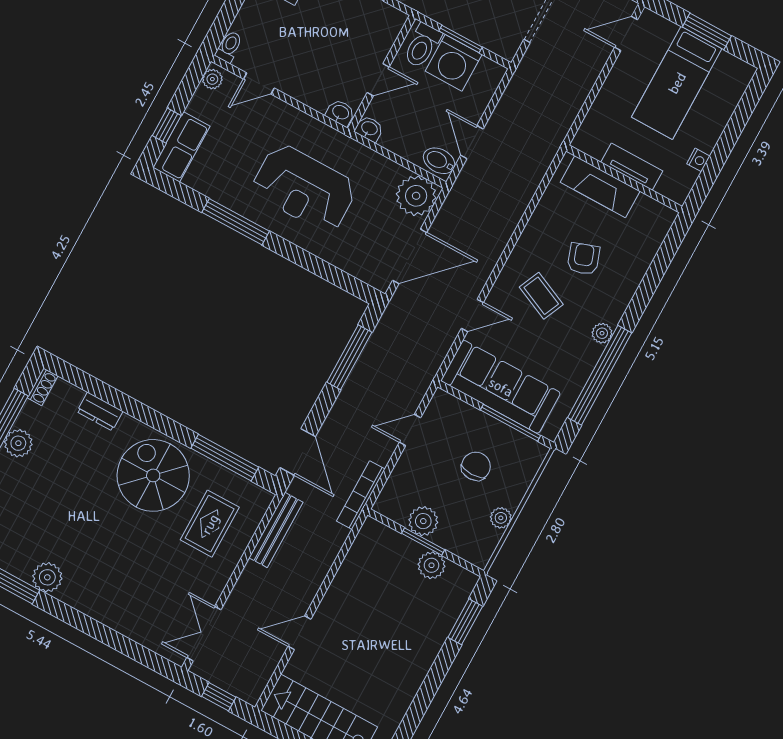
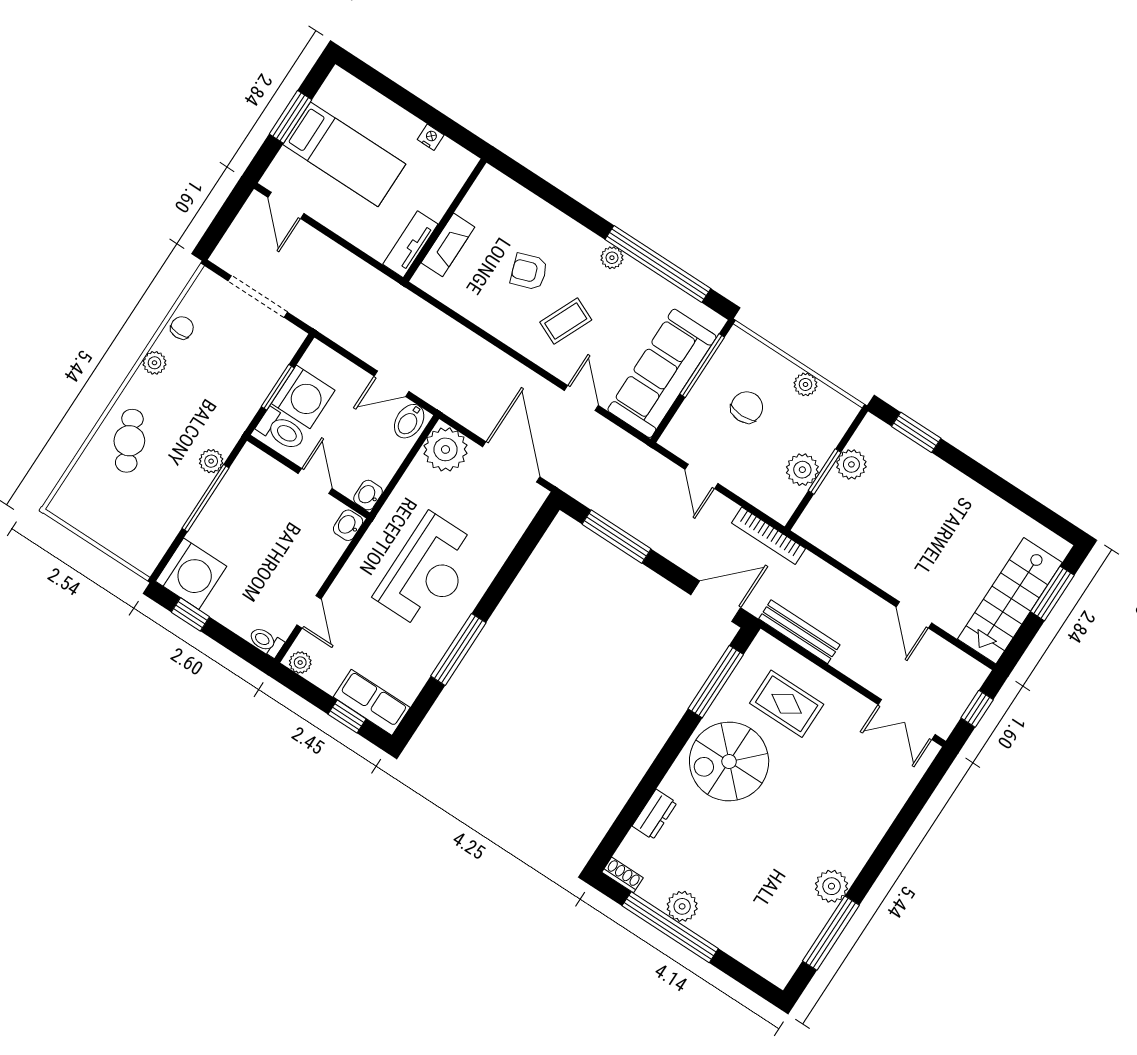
tv unit: (632, 167) -> (410, 244), moved
fireplace: (600, 187) -> (448, 245), width x0.73, depth x0.76
chair: (476, 466) -> (747, 407), turned 90

